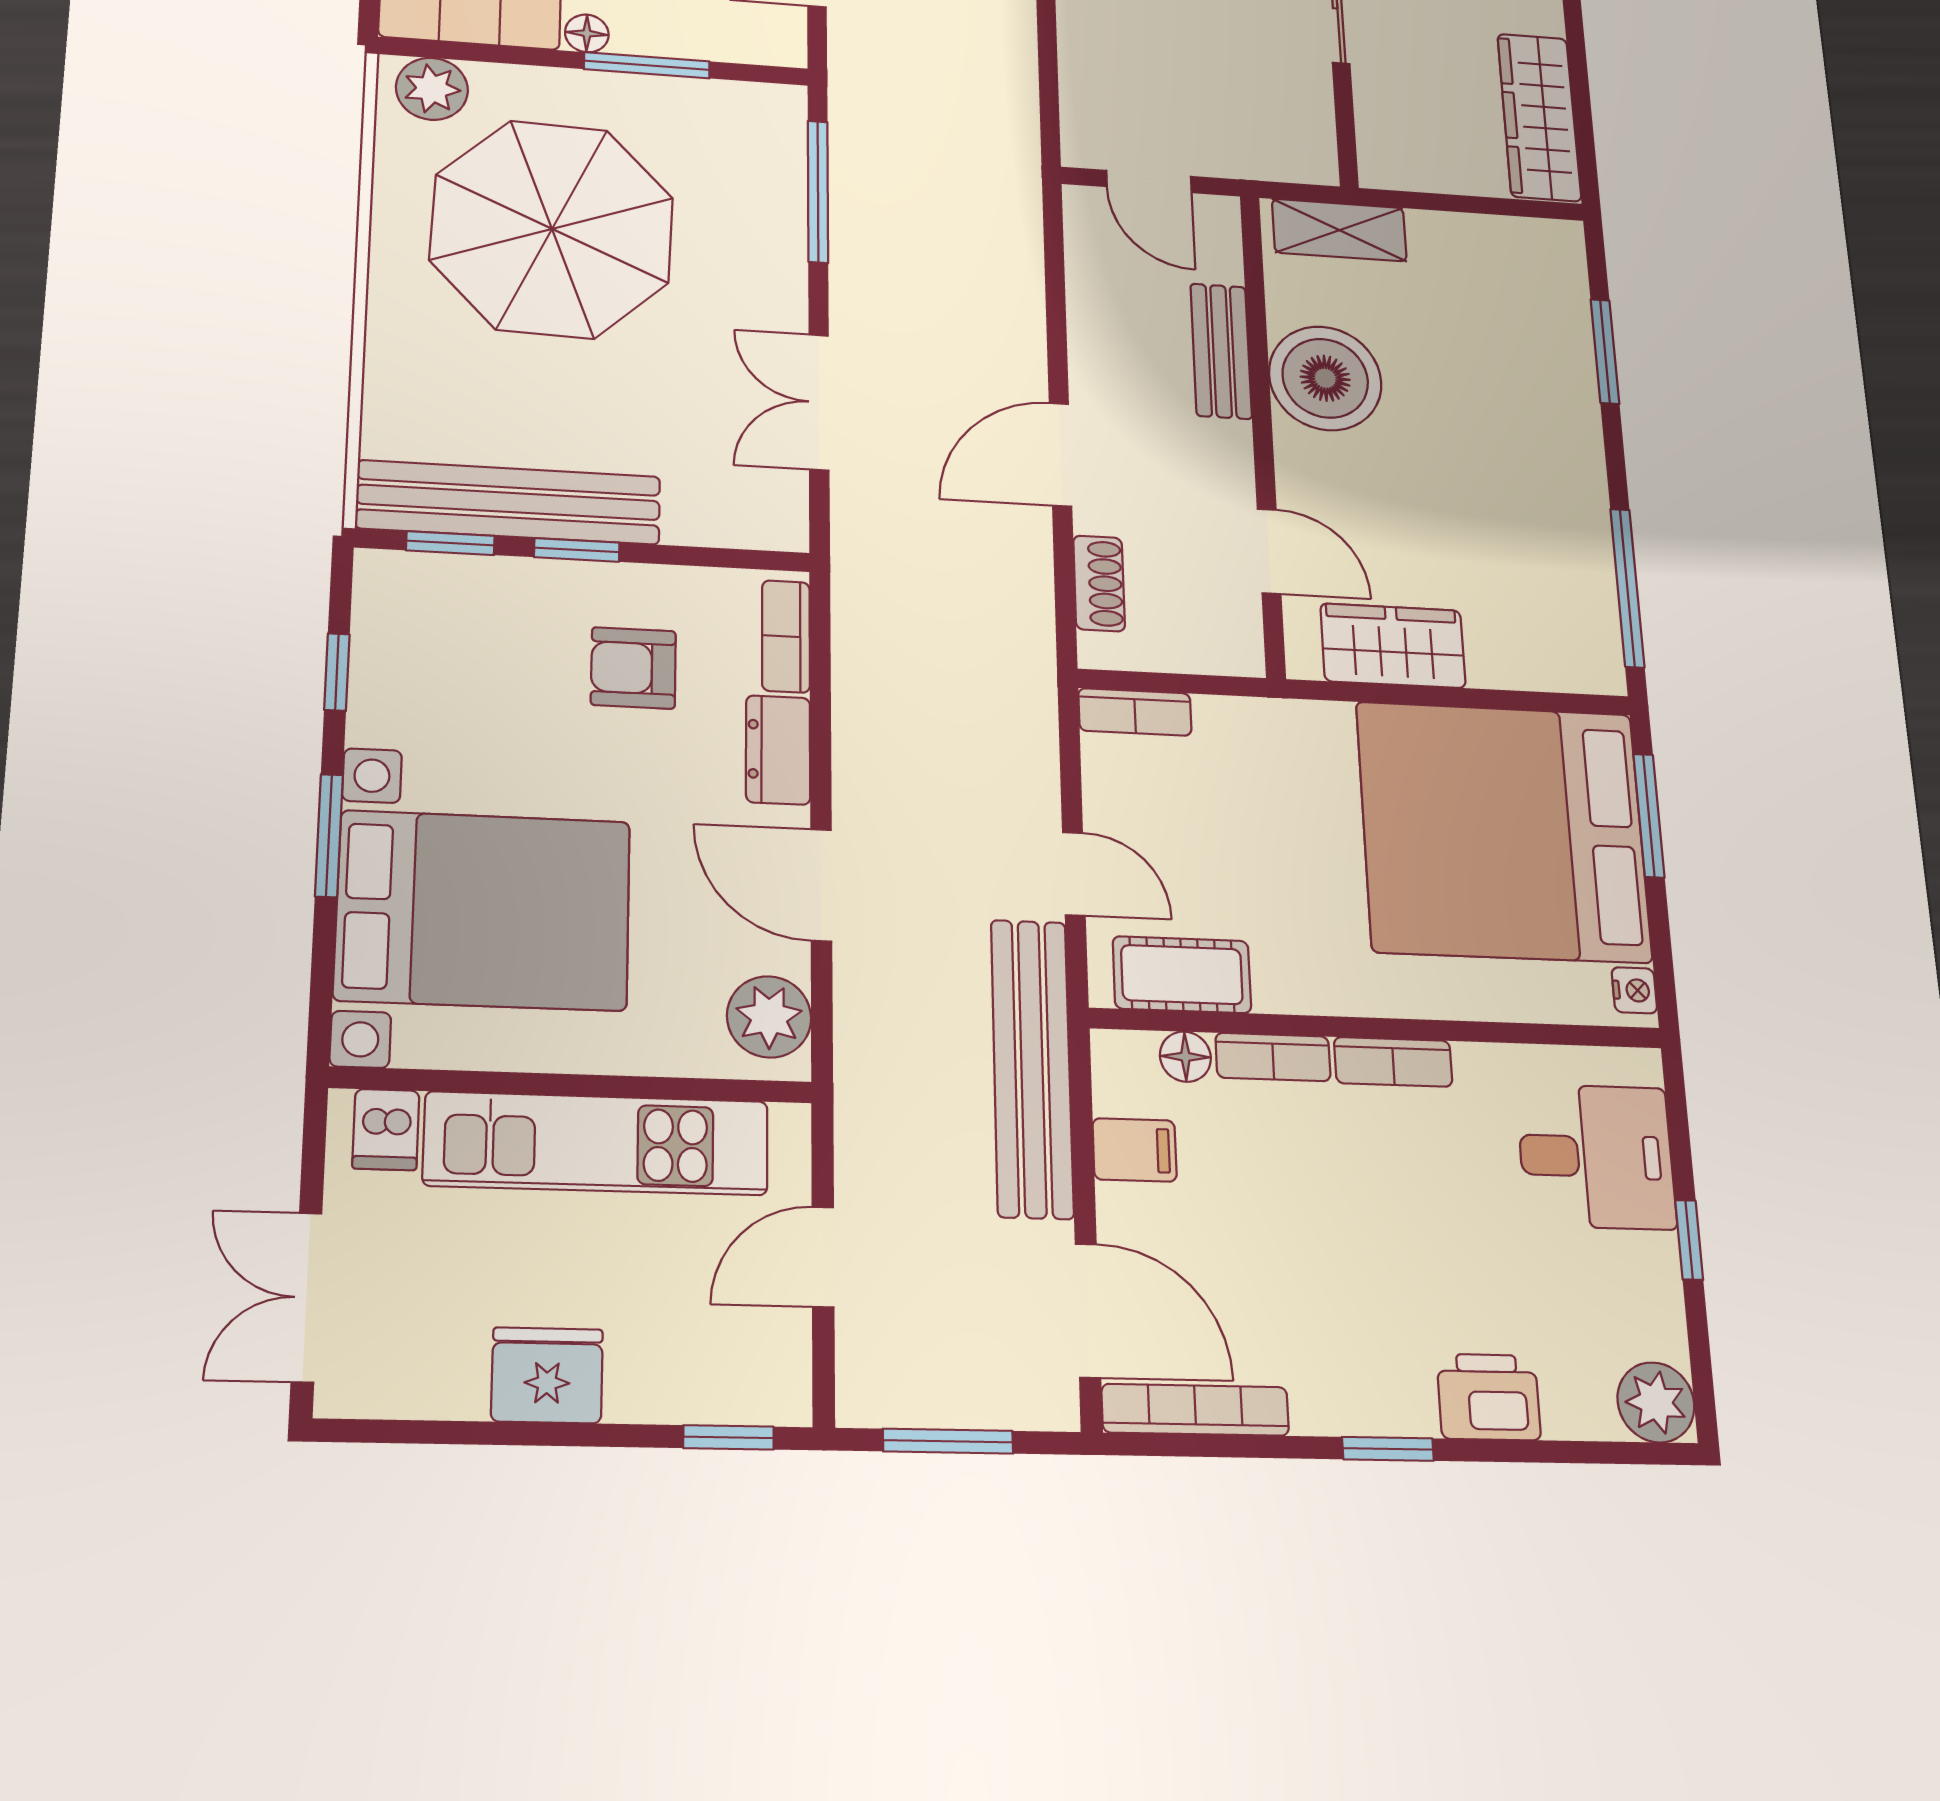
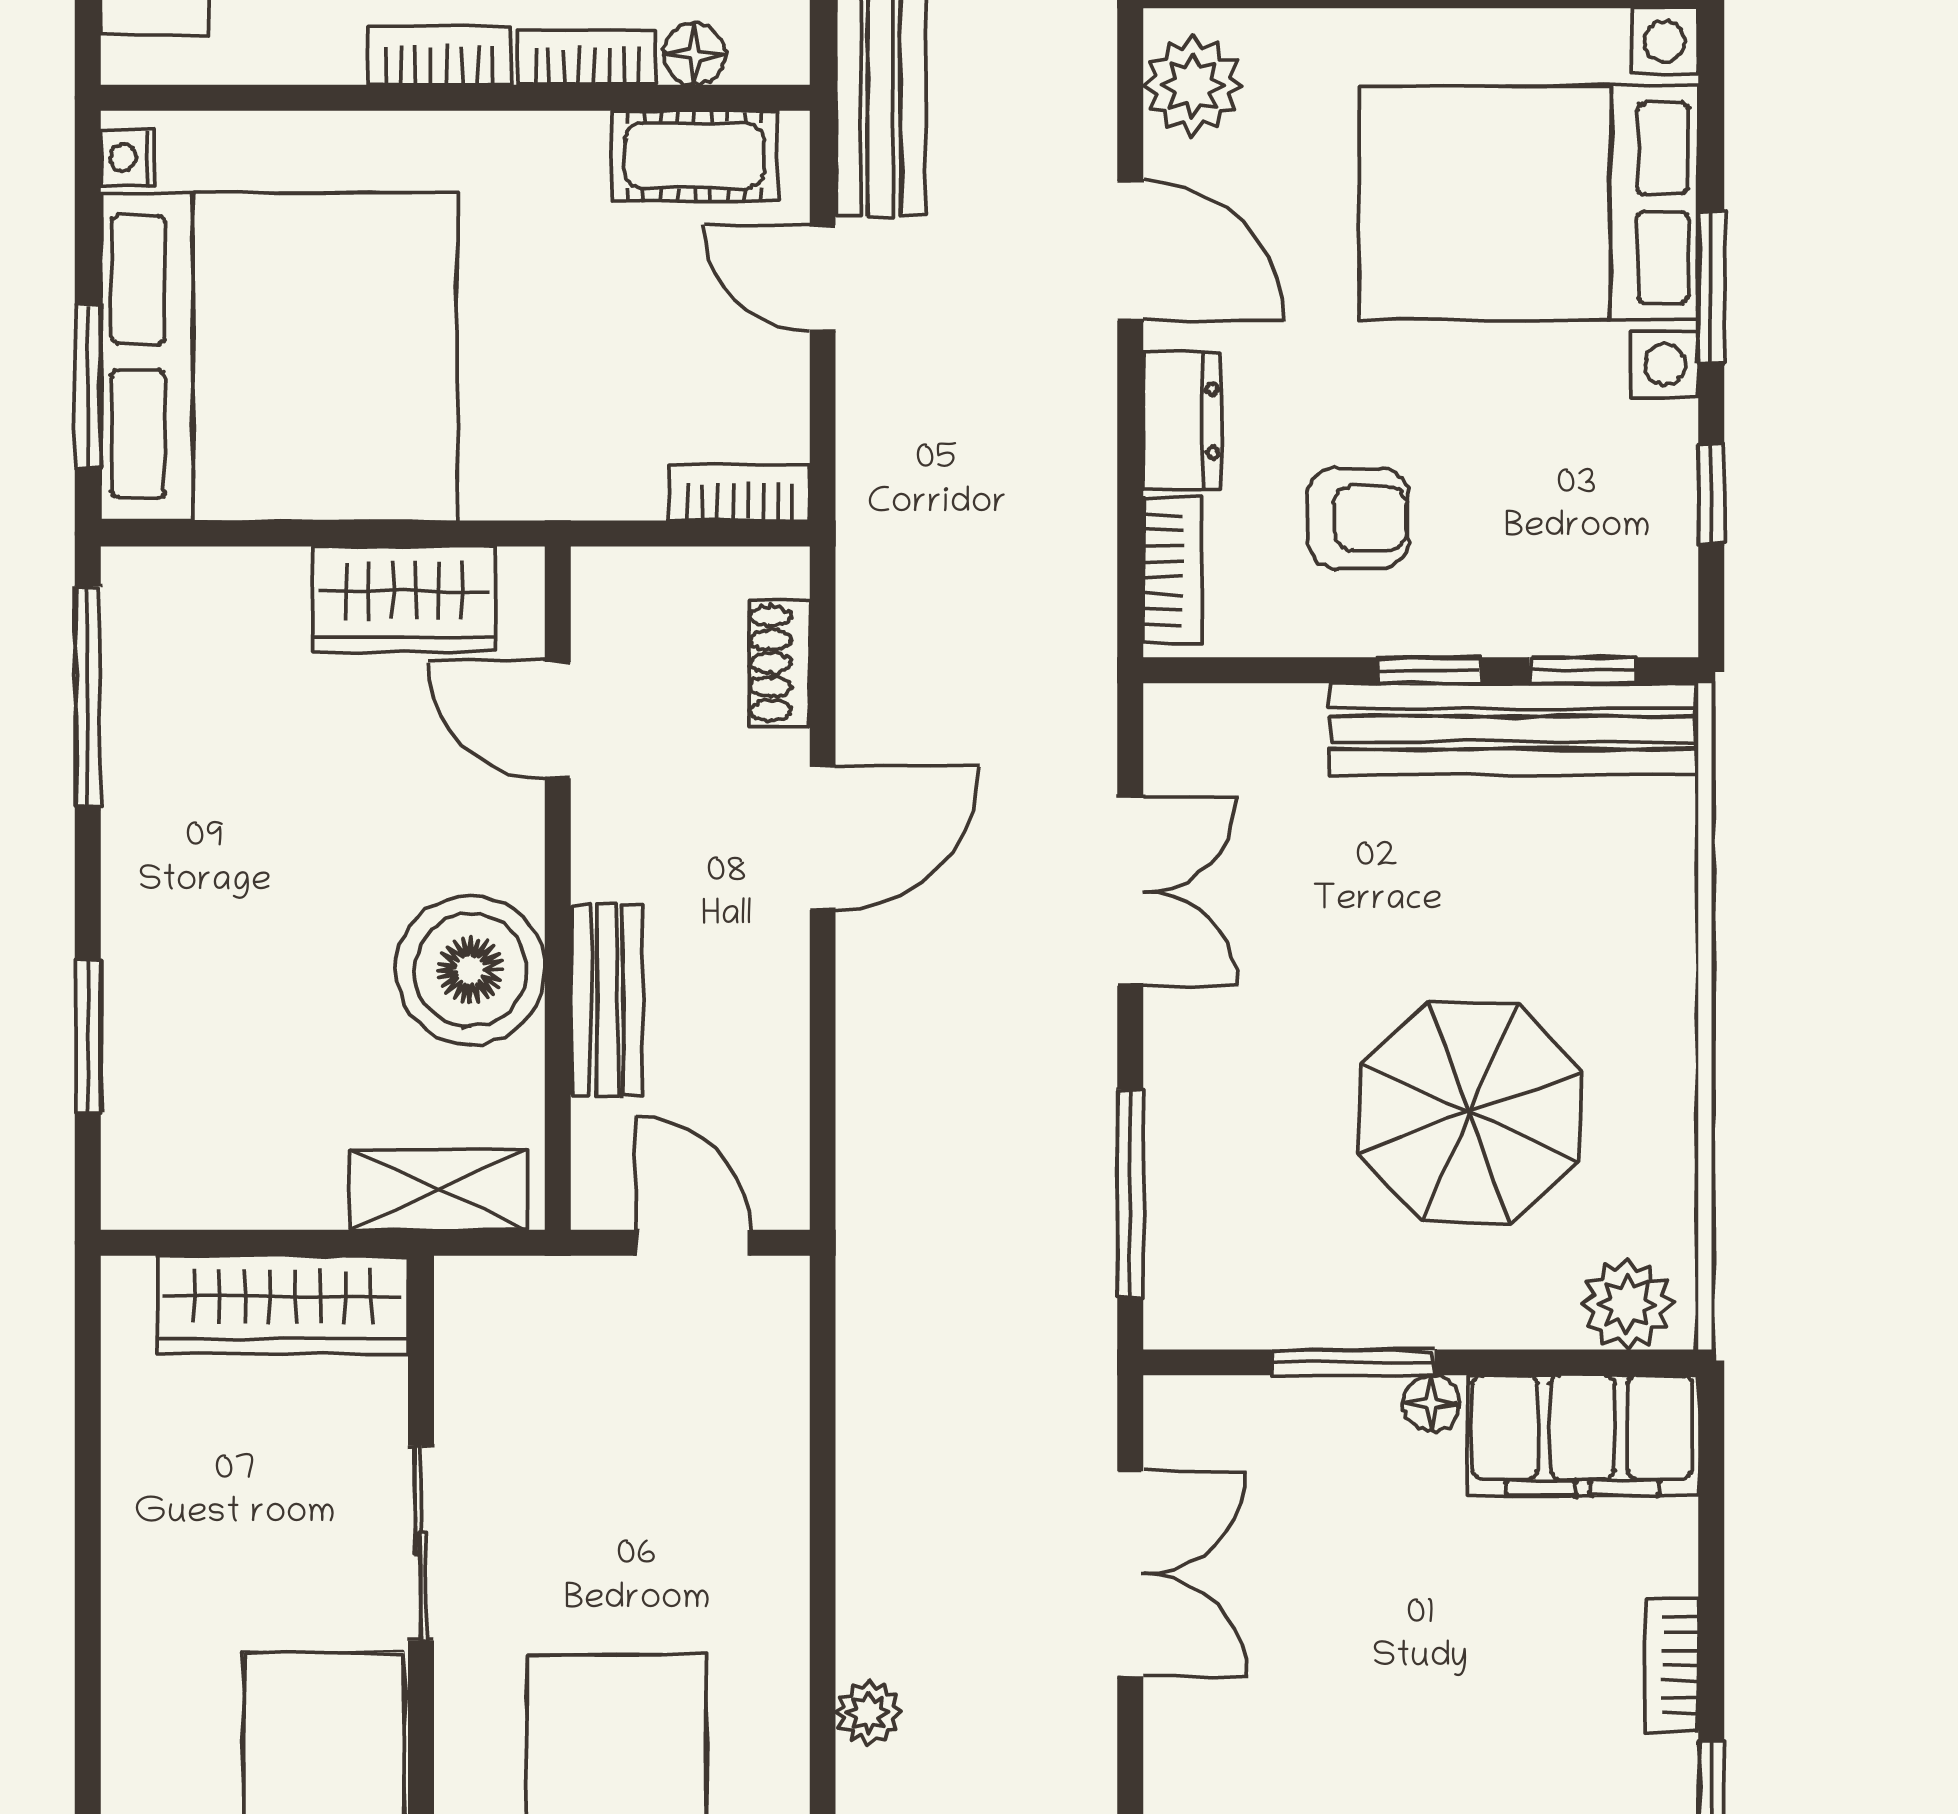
wardrobe: (1539, 117) -> (282, 1304), moved, turned 90
parasol: (552, 229) -> (1470, 1113), width x0.73, depth x0.73

